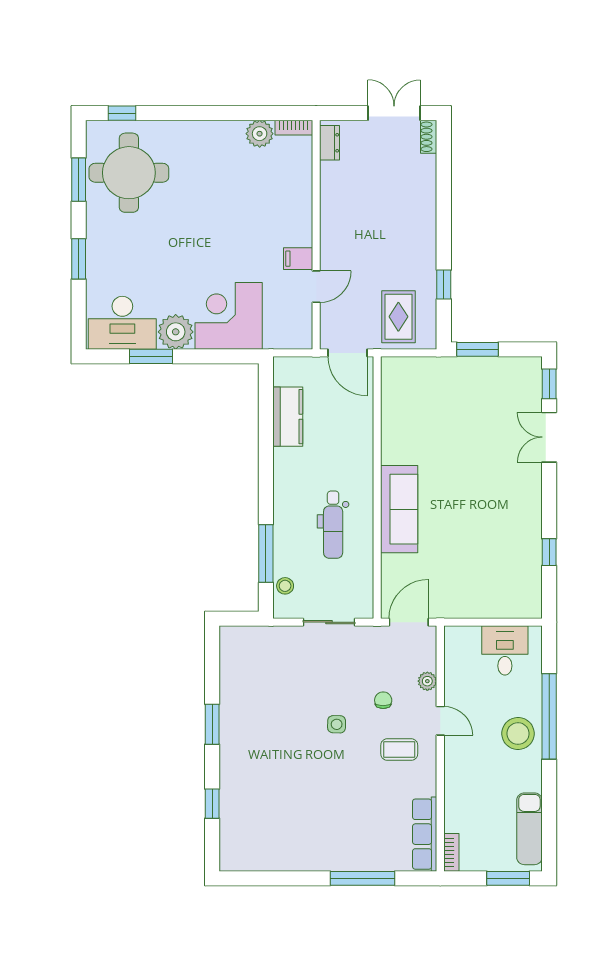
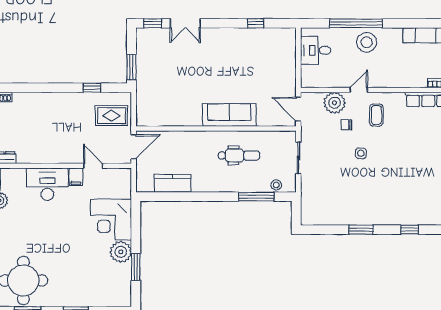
desk: (122, 323) -> (47, 184), moved, turned -90
plant: (427, 681) -> (335, 103), width x1.88, depth x1.88

